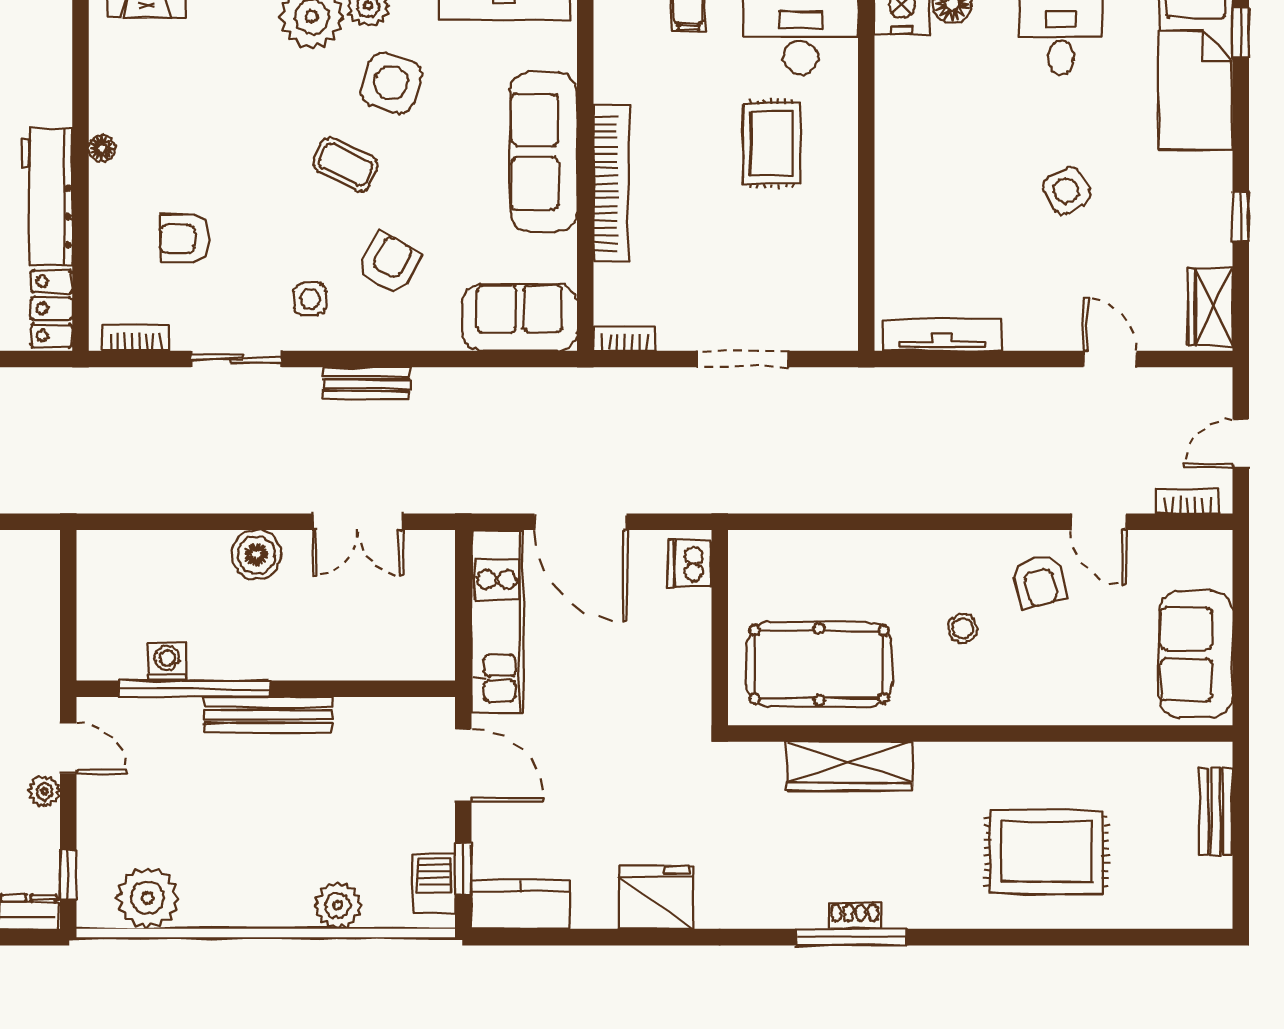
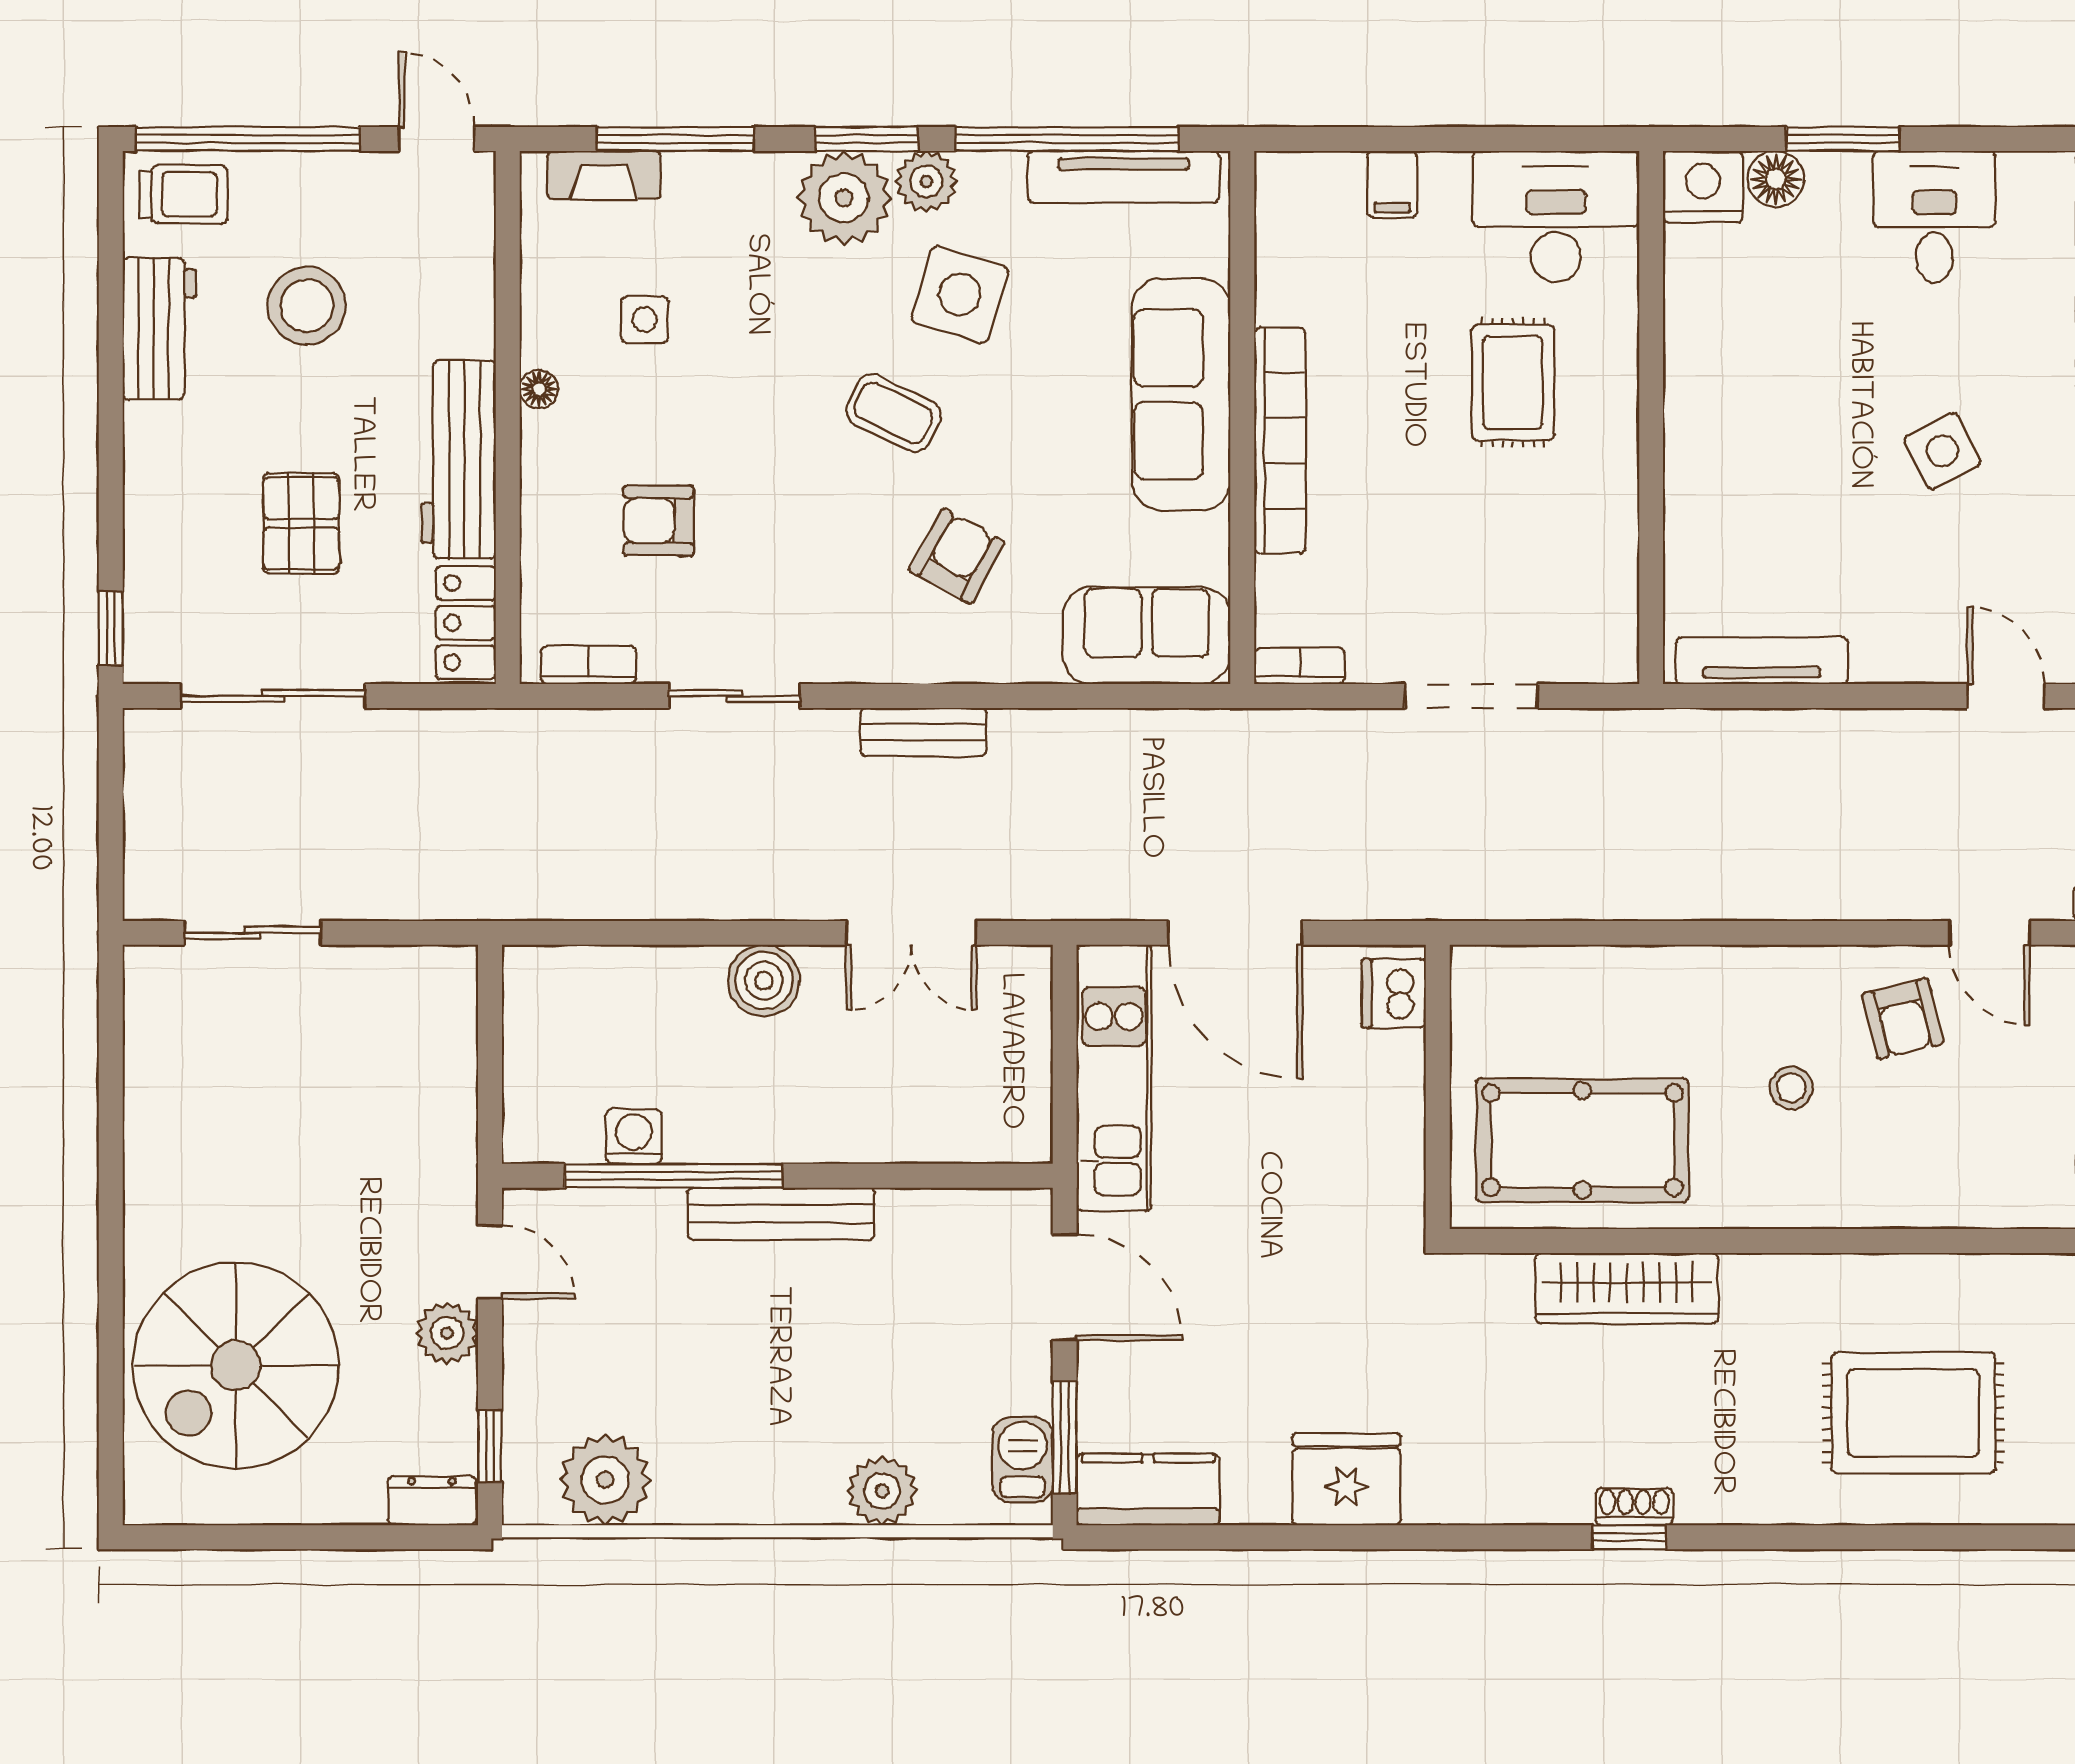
side table: (310, 299) -> (645, 320), moved
plant: (45, 791) -> (447, 1333), width x1.38, depth x1.38
window: (463, 869) -> (1065, 1438), width x1.50
window: (851, 937) -> (1629, 1537), width x0.46

